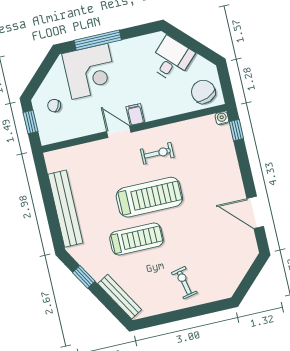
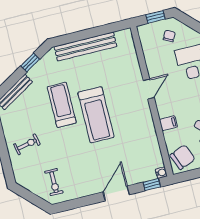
filing cabinet: (135, 114) -> (168, 123), moved
exercise bike: (157, 153) -> (54, 182), moved
door: (255, 212) -> (116, 193), moved
treadmill: (136, 239) -> (62, 105), turned 180

